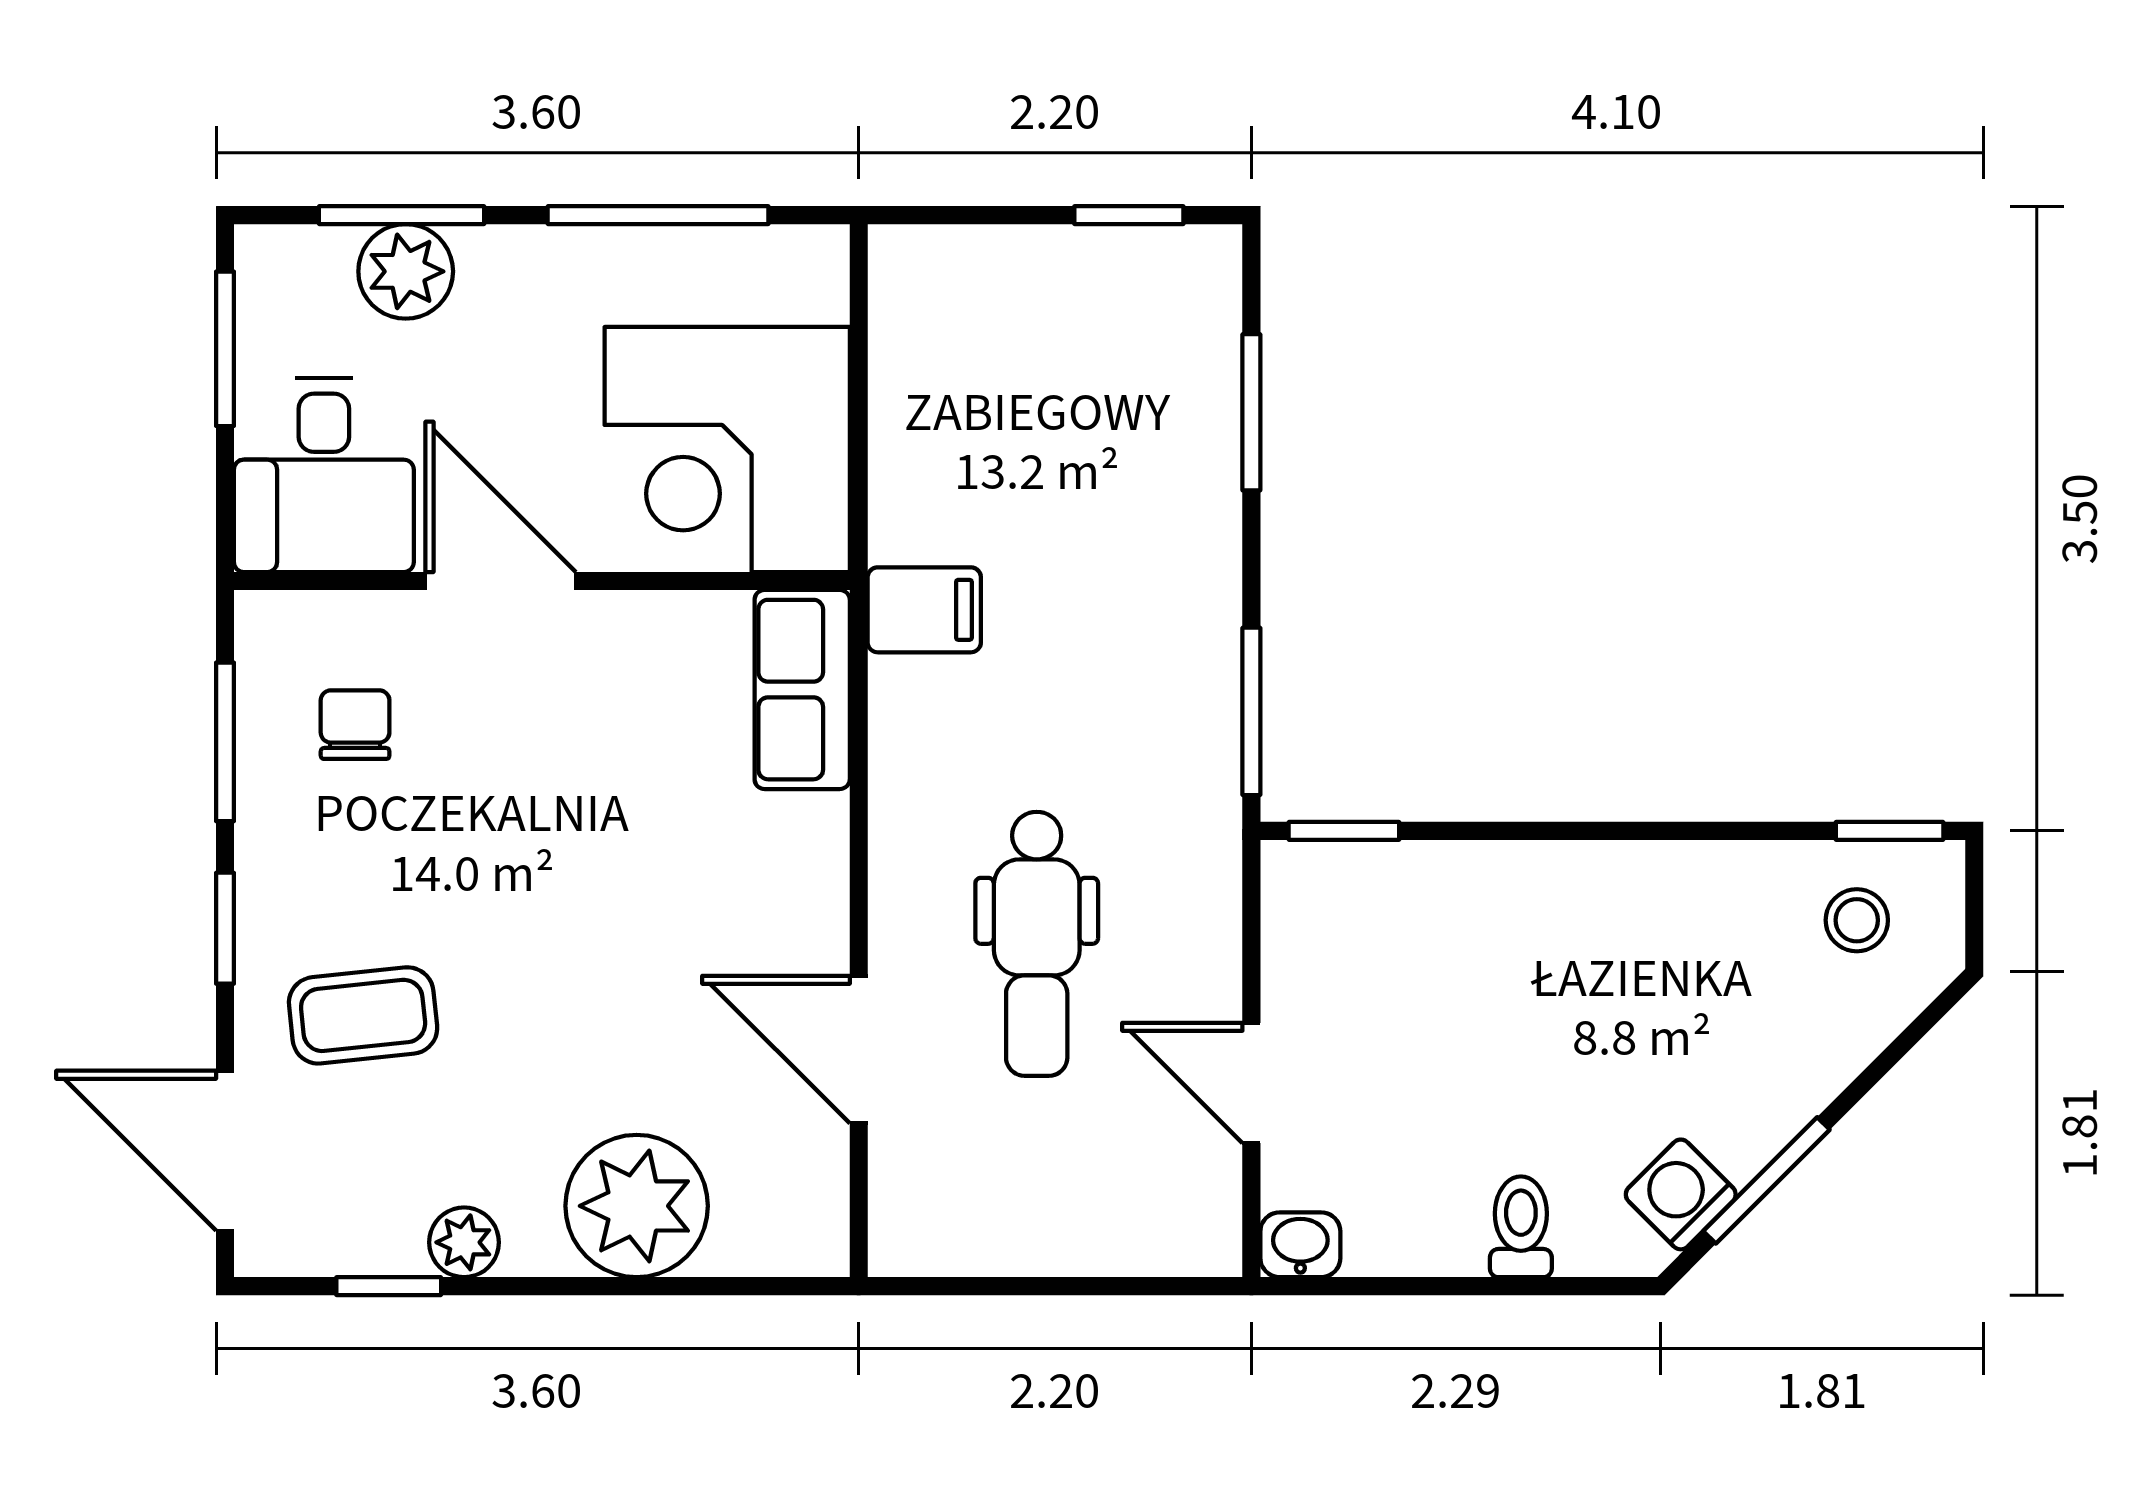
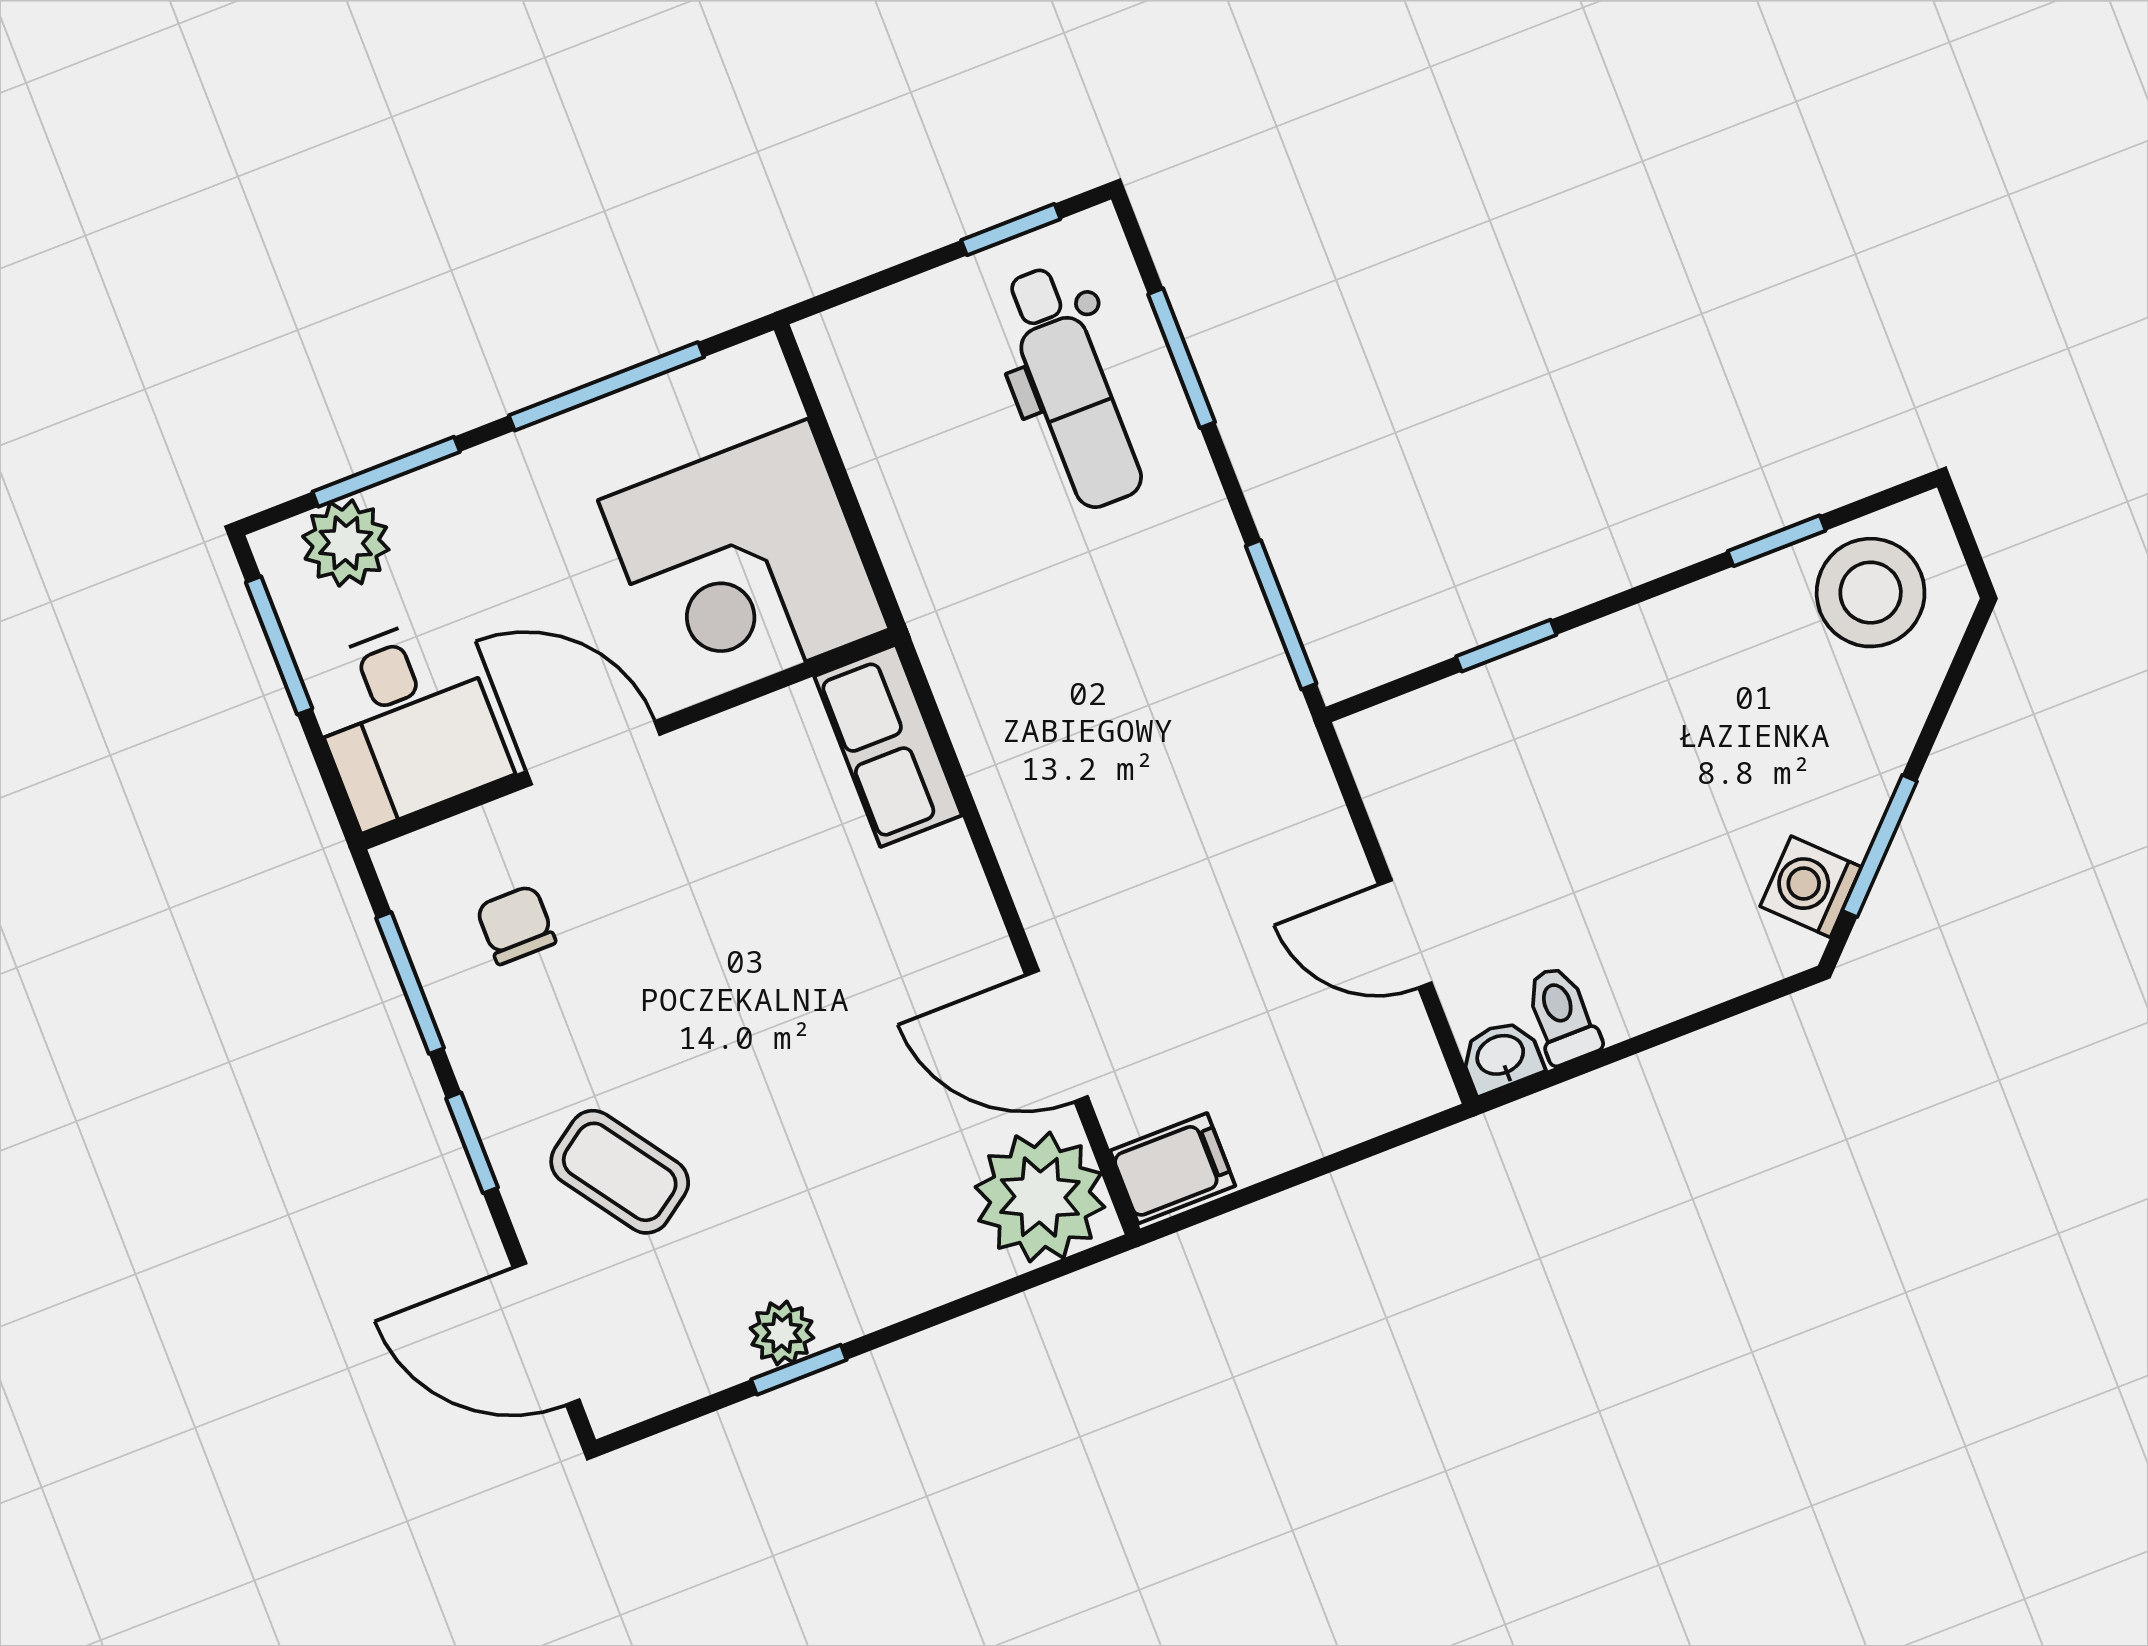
plant: (406, 271) -> (346, 543), moved
filing cabinet: (924, 610) -> (1173, 1168), moved
window: (1344, 831) -> (1506, 646), moved
window: (1890, 831) -> (1777, 541), moved
stool: (1857, 920) -> (1871, 593), width x1.89, depth x1.89
dental chair: (1037, 944) -> (1071, 388), moved
coffee table: (363, 1015) -> (620, 1172), turned 61
plant: (637, 1206) -> (1040, 1197), moved
toilet: (1521, 1227) -> (1562, 1015), moved
window: (389, 1286) -> (799, 1370), moved

